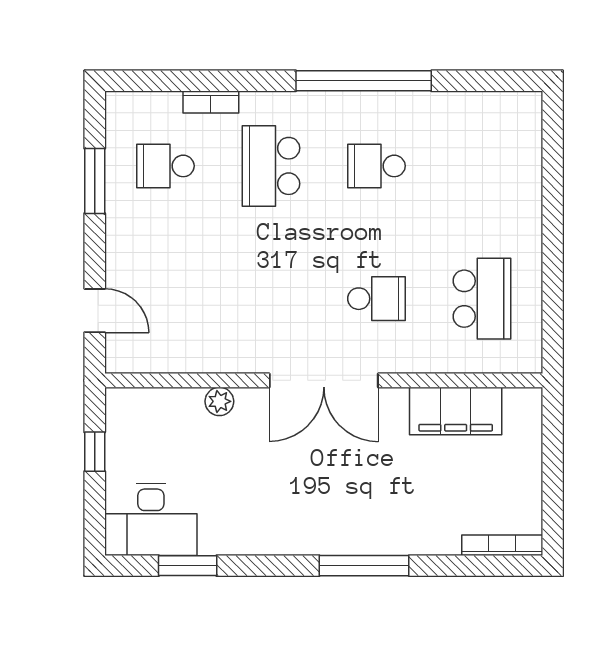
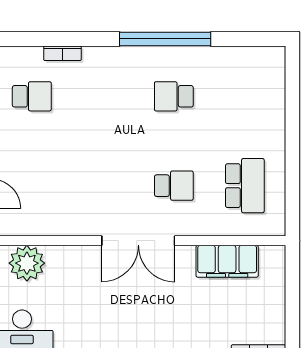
school desk: (165, 166) -> (32, 96), turned 180
school desk: (271, 166) -> (103, 96), removed
plant: (219, 401) -> (27, 263), moved, width x1.87, depth x1.87

